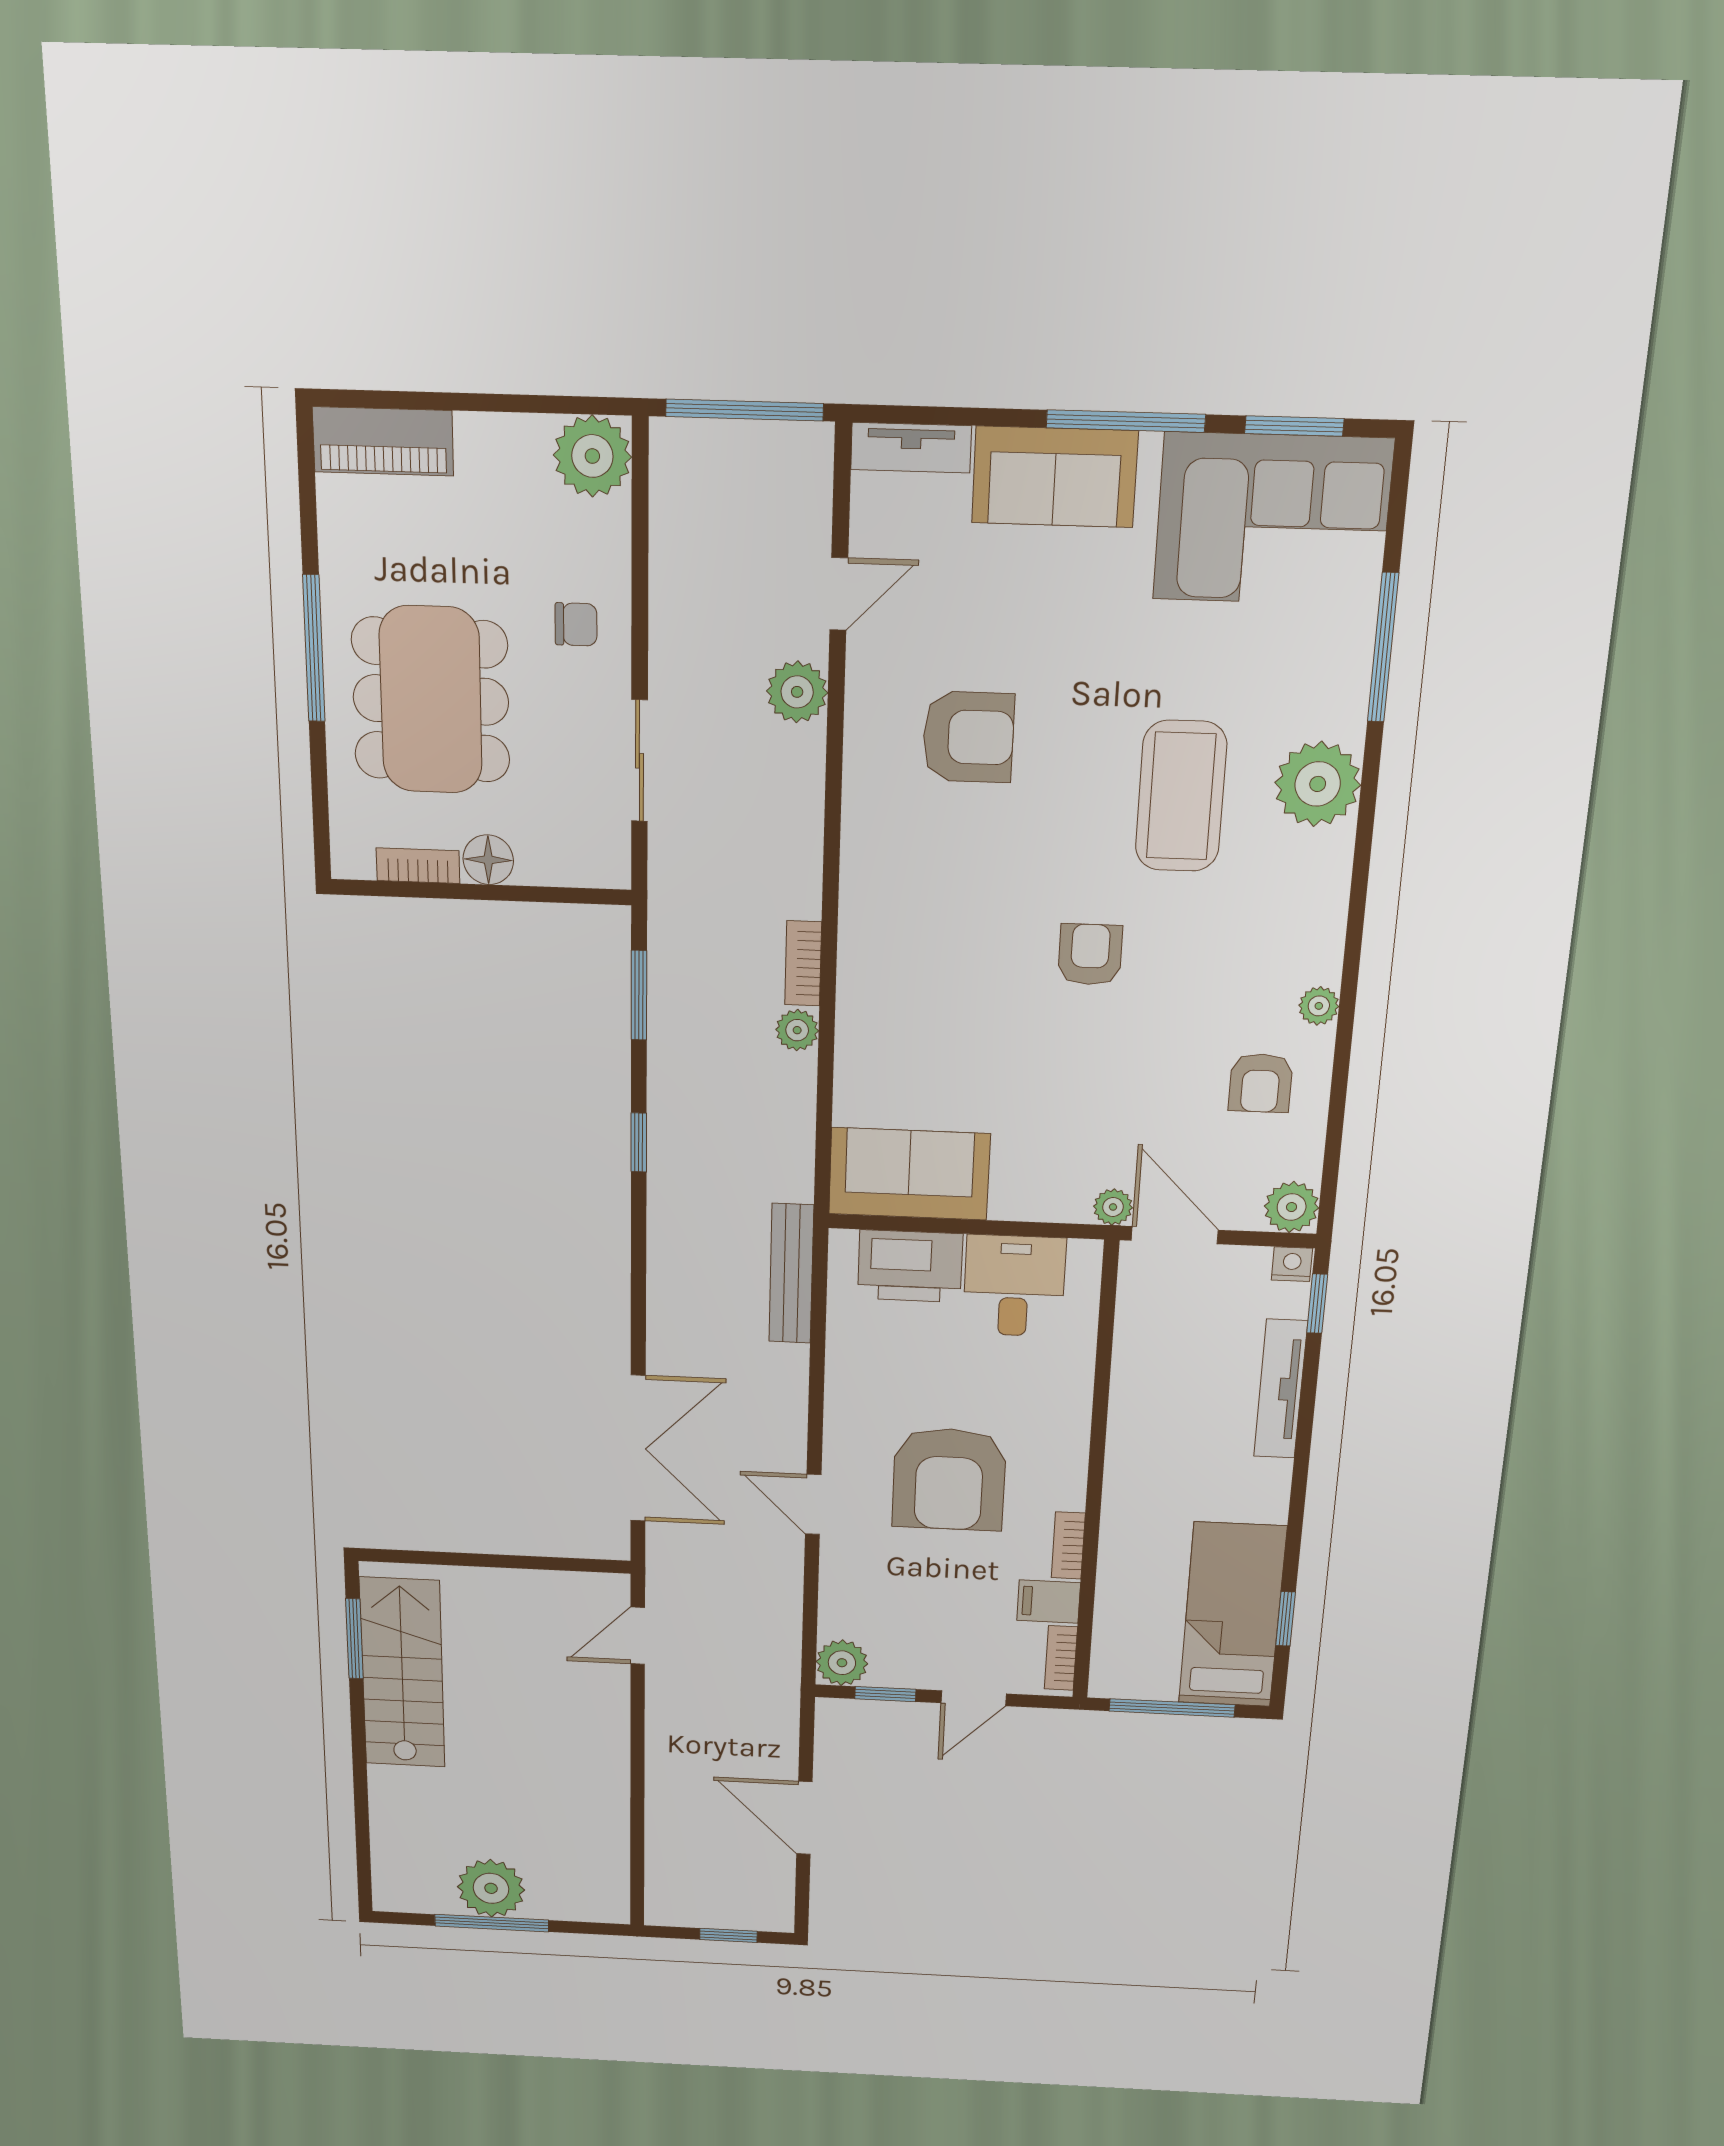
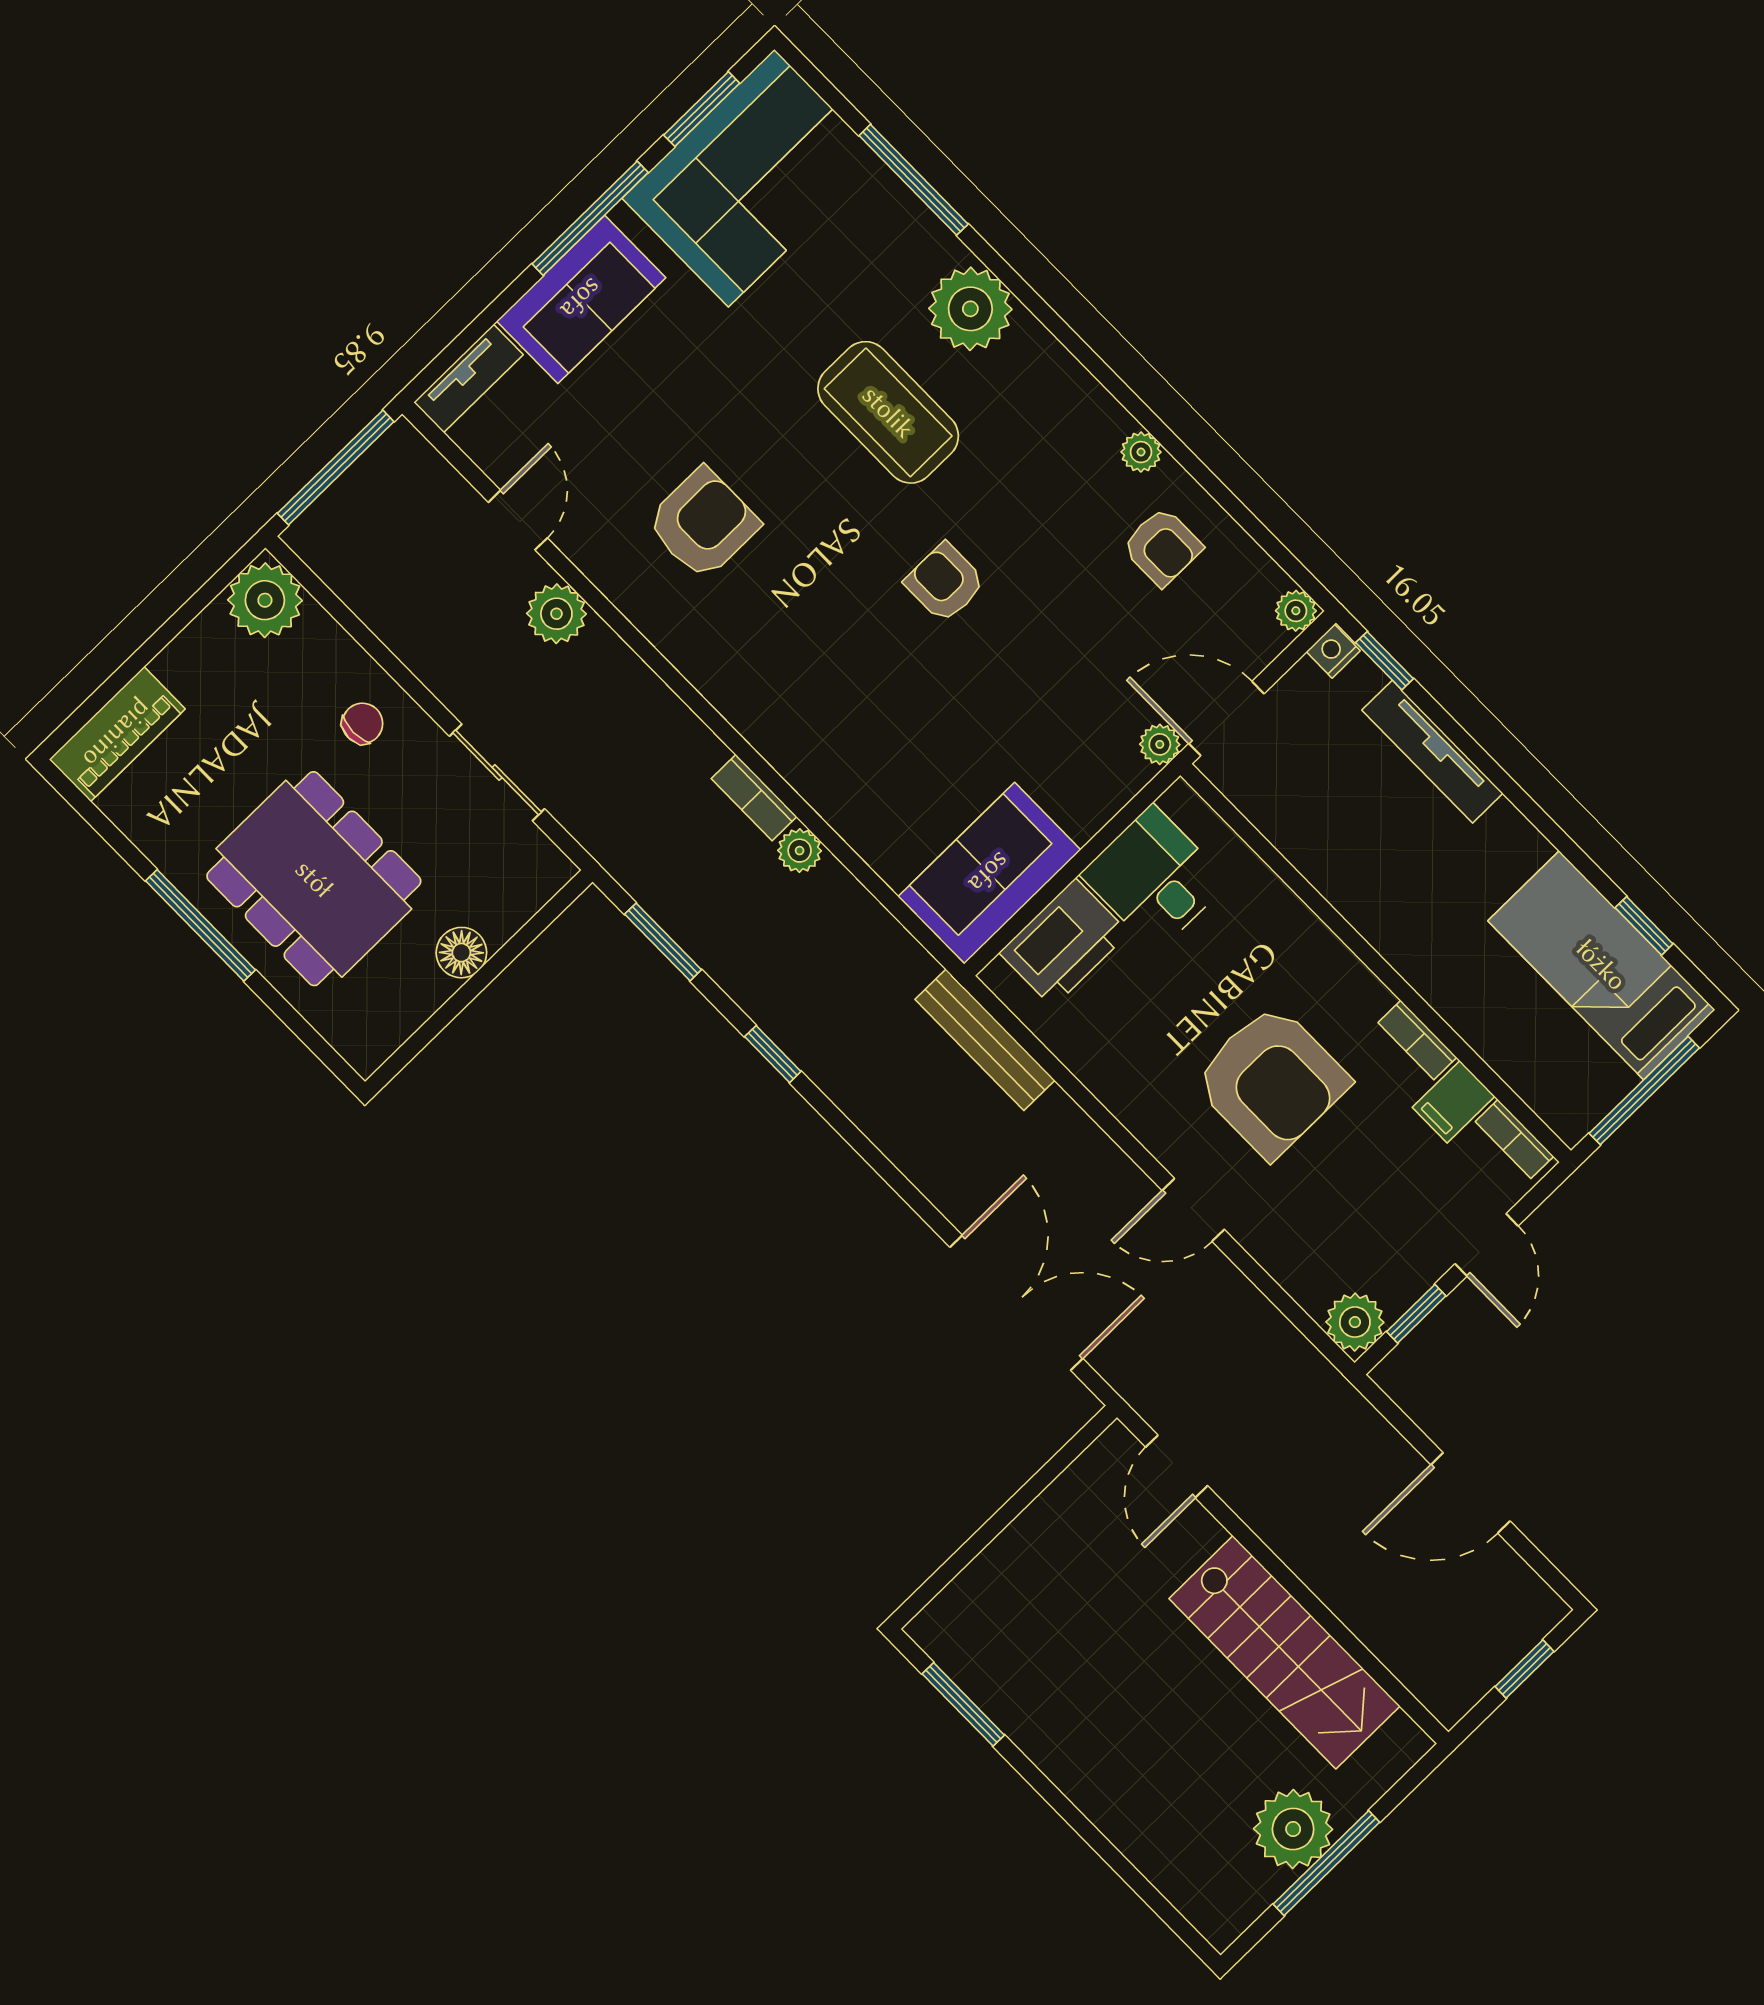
bookcase: (418, 866) -> (417, 1008), removed
plant: (1292, 1207) -> (1296, 611), width x0.73, depth x0.73
stairs: (402, 1673) -> (1284, 1652), moved, turned 180

